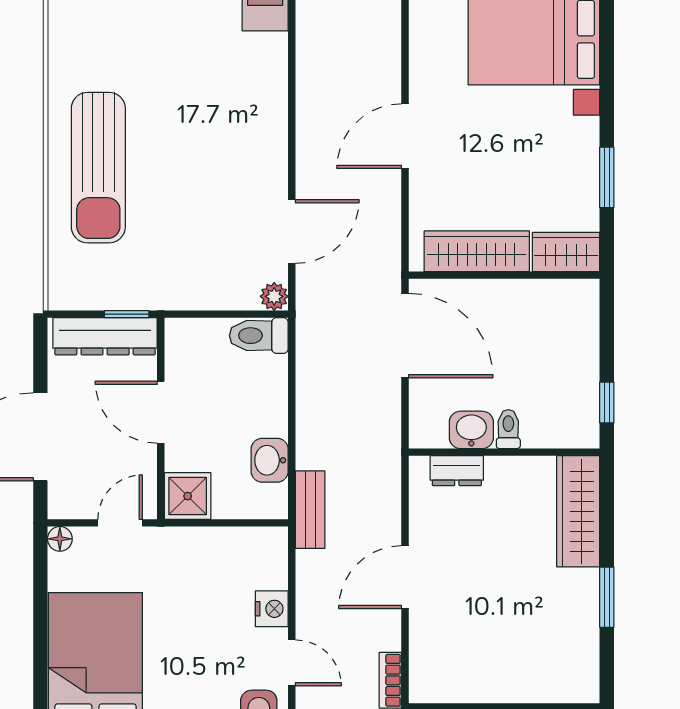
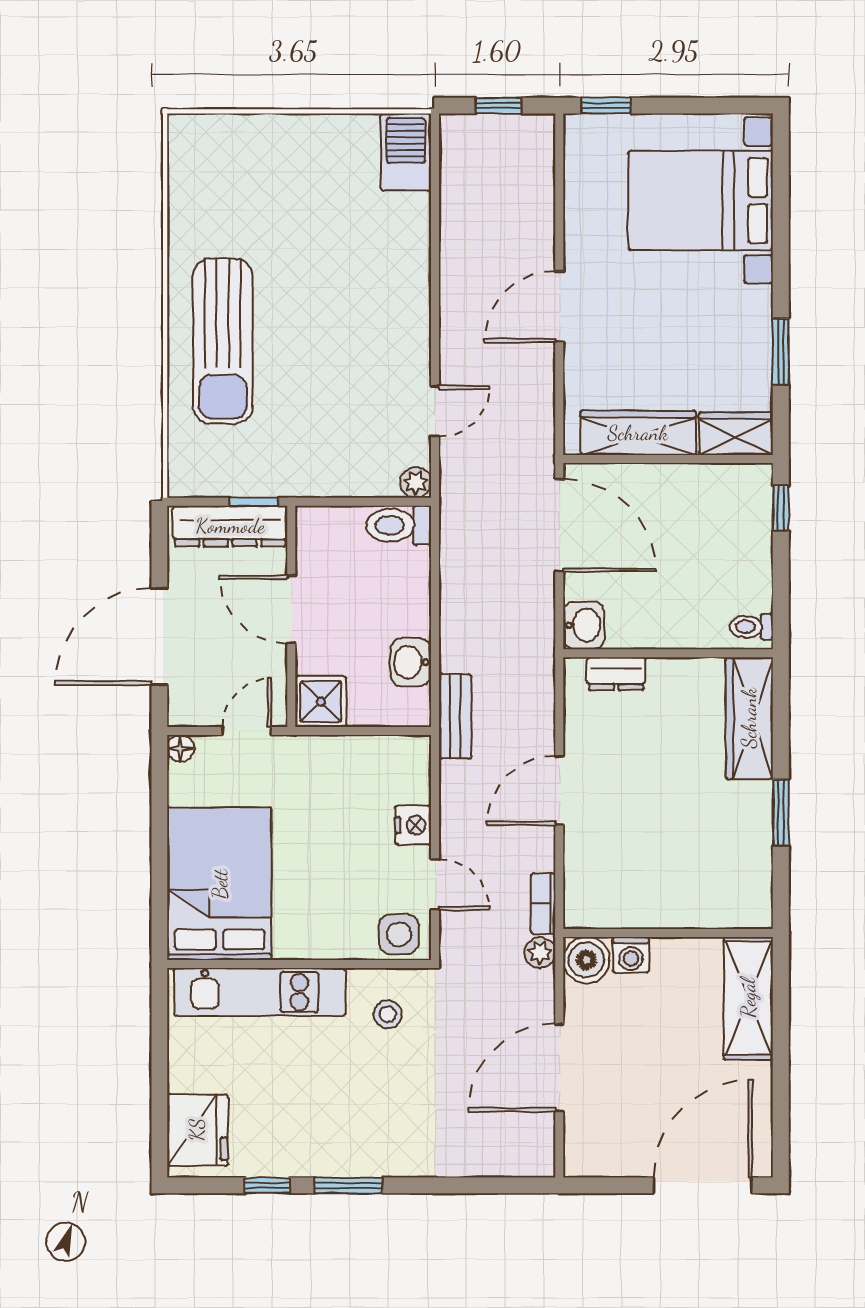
door: (292, 231) -> (435, 411), width x0.73
window: (607, 402) -> (781, 508), moved
toilet: (508, 429) -> (752, 627), moved, turned -90
washbasin: (471, 430) -> (584, 625), moved, turned 90

